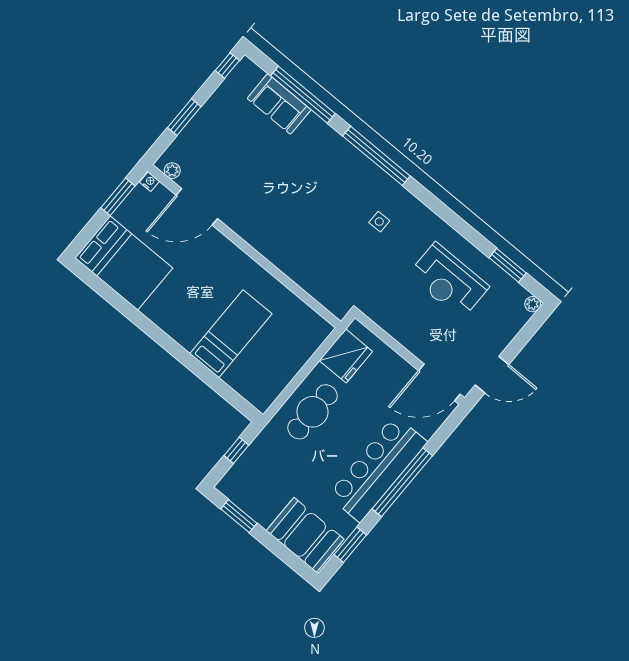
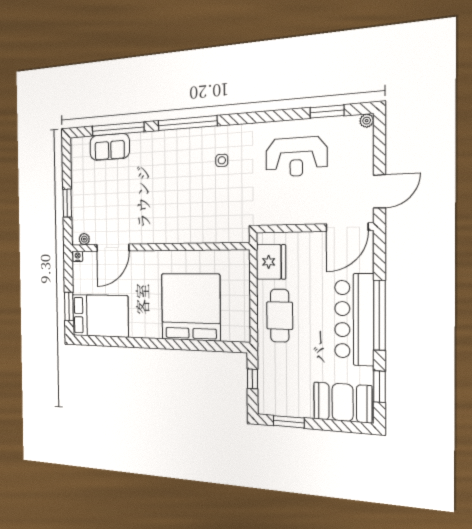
window: (227, 65) -> (66, 153), removed
window: (118, 197) -> (69, 307), moved
bed: (231, 334) -> (191, 307), width x2.04

